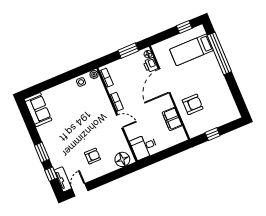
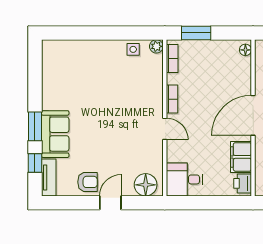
window: (128, 51) -> (196, 33), moved
printer: (151, 65) -> (243, 183), moved
door: (164, 81) -> (253, 115), moved
sofa: (38, 110) -> (55, 134), moved
armchair: (92, 156) -> (87, 182), moved
door: (80, 190) -> (110, 203), moved

